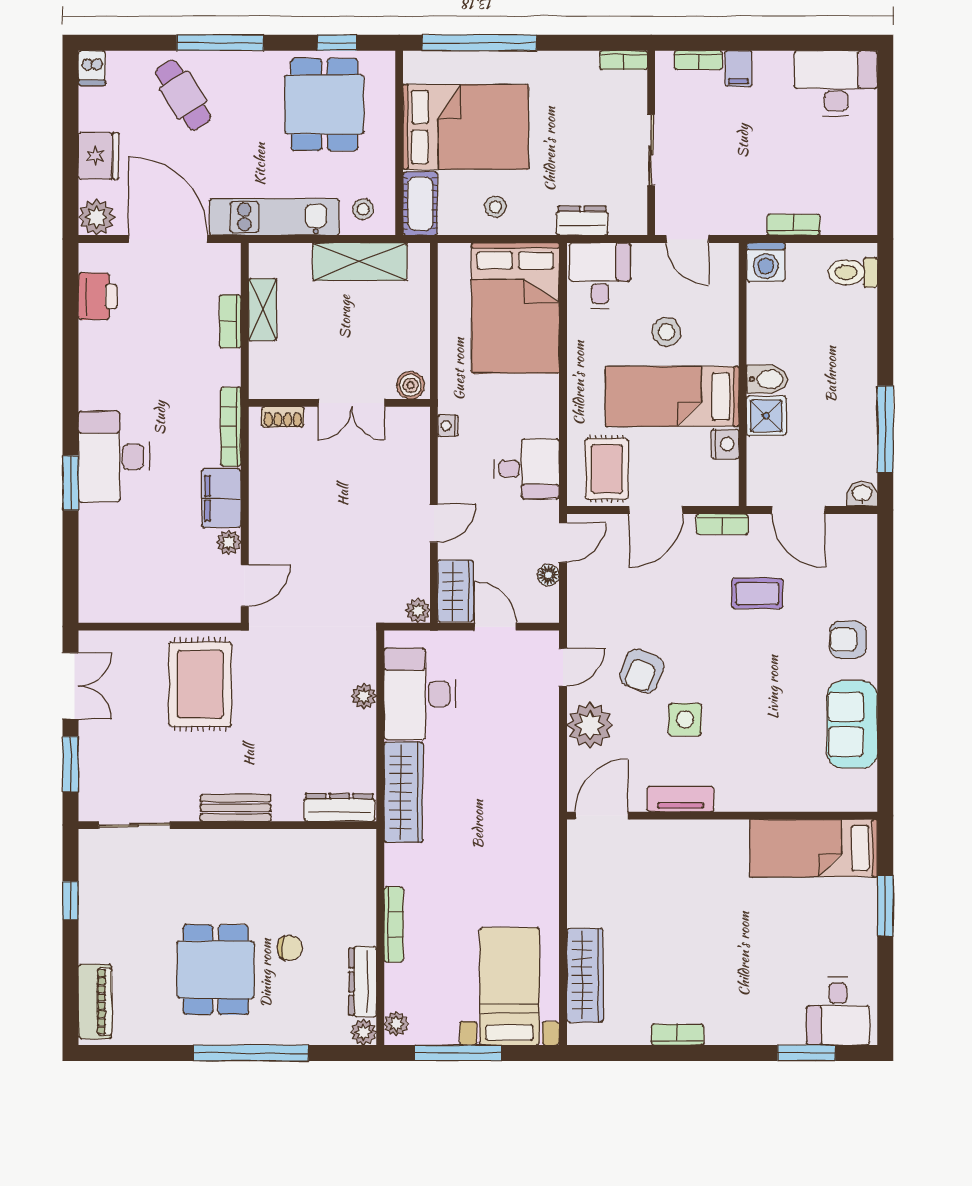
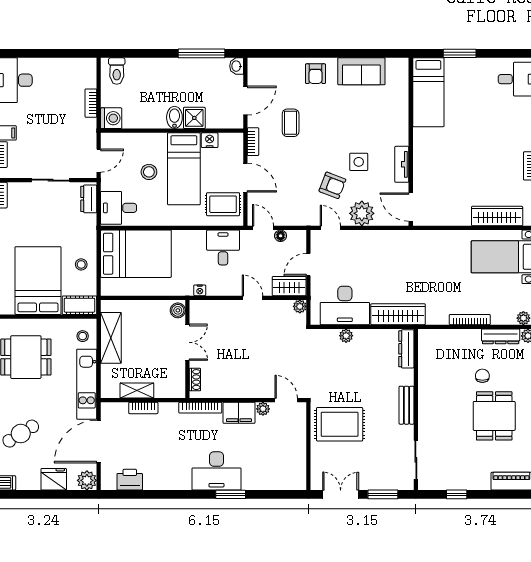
dresser: (582, 221) -> (89, 199), moved
dining table: (216, 970) -> (494, 416), turned 90

